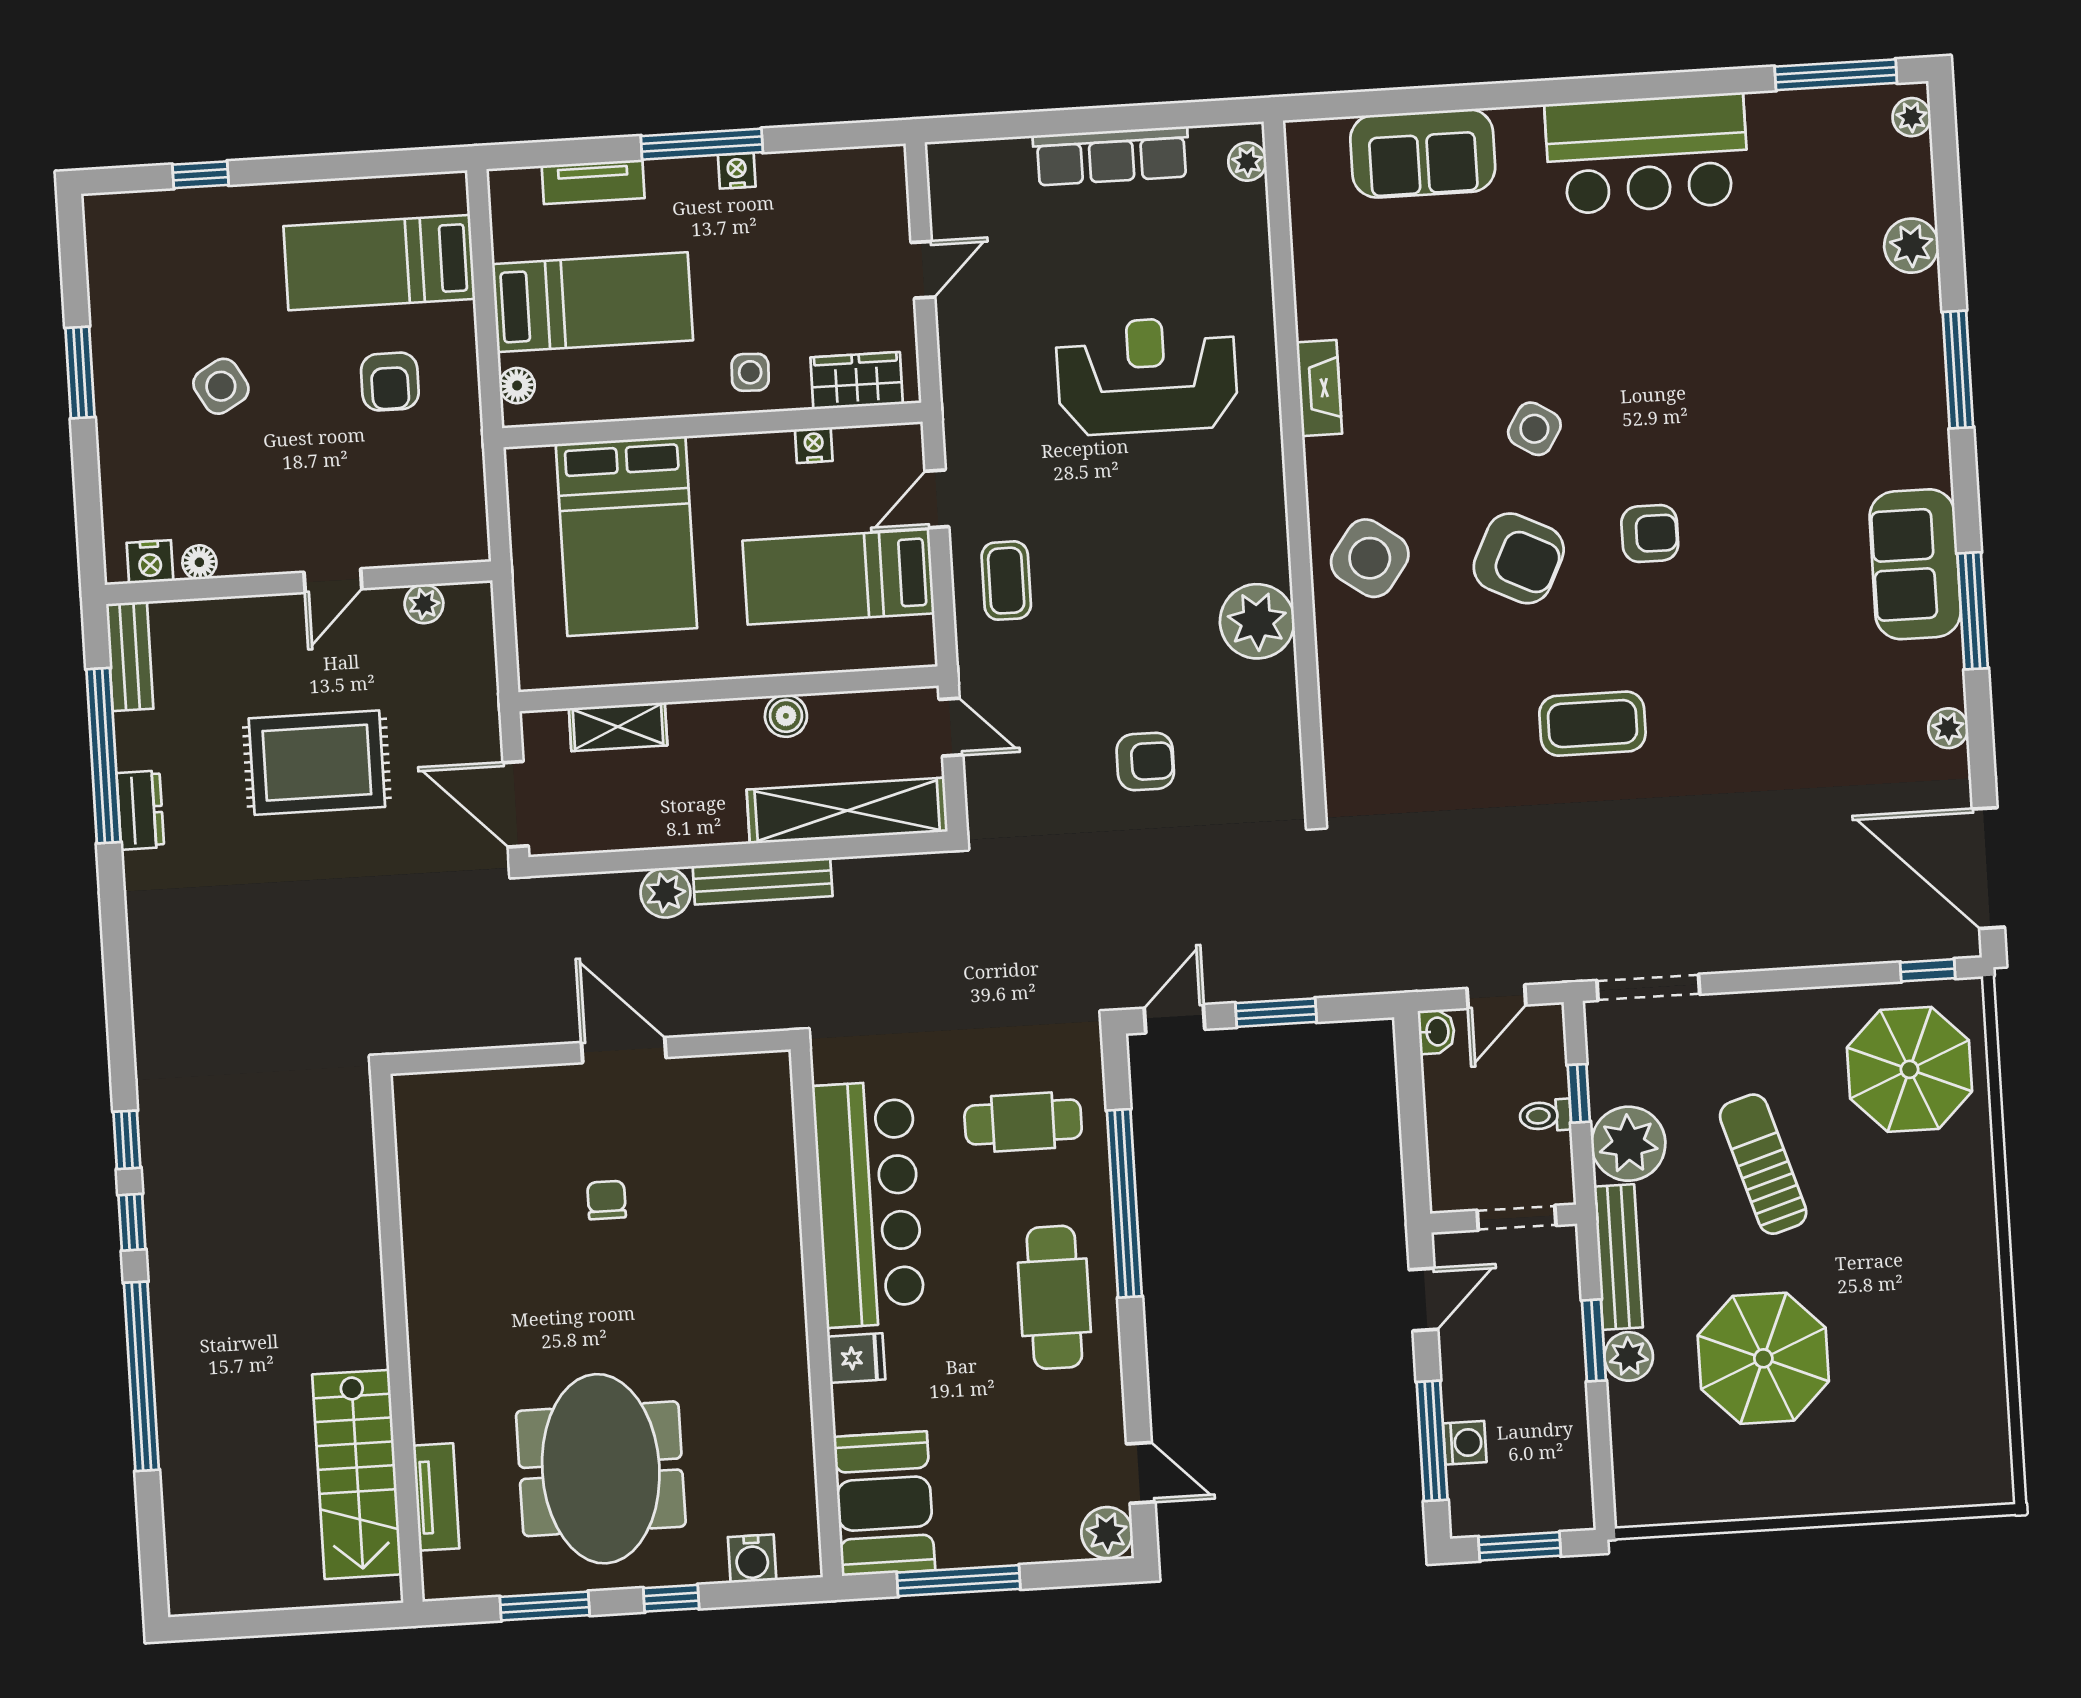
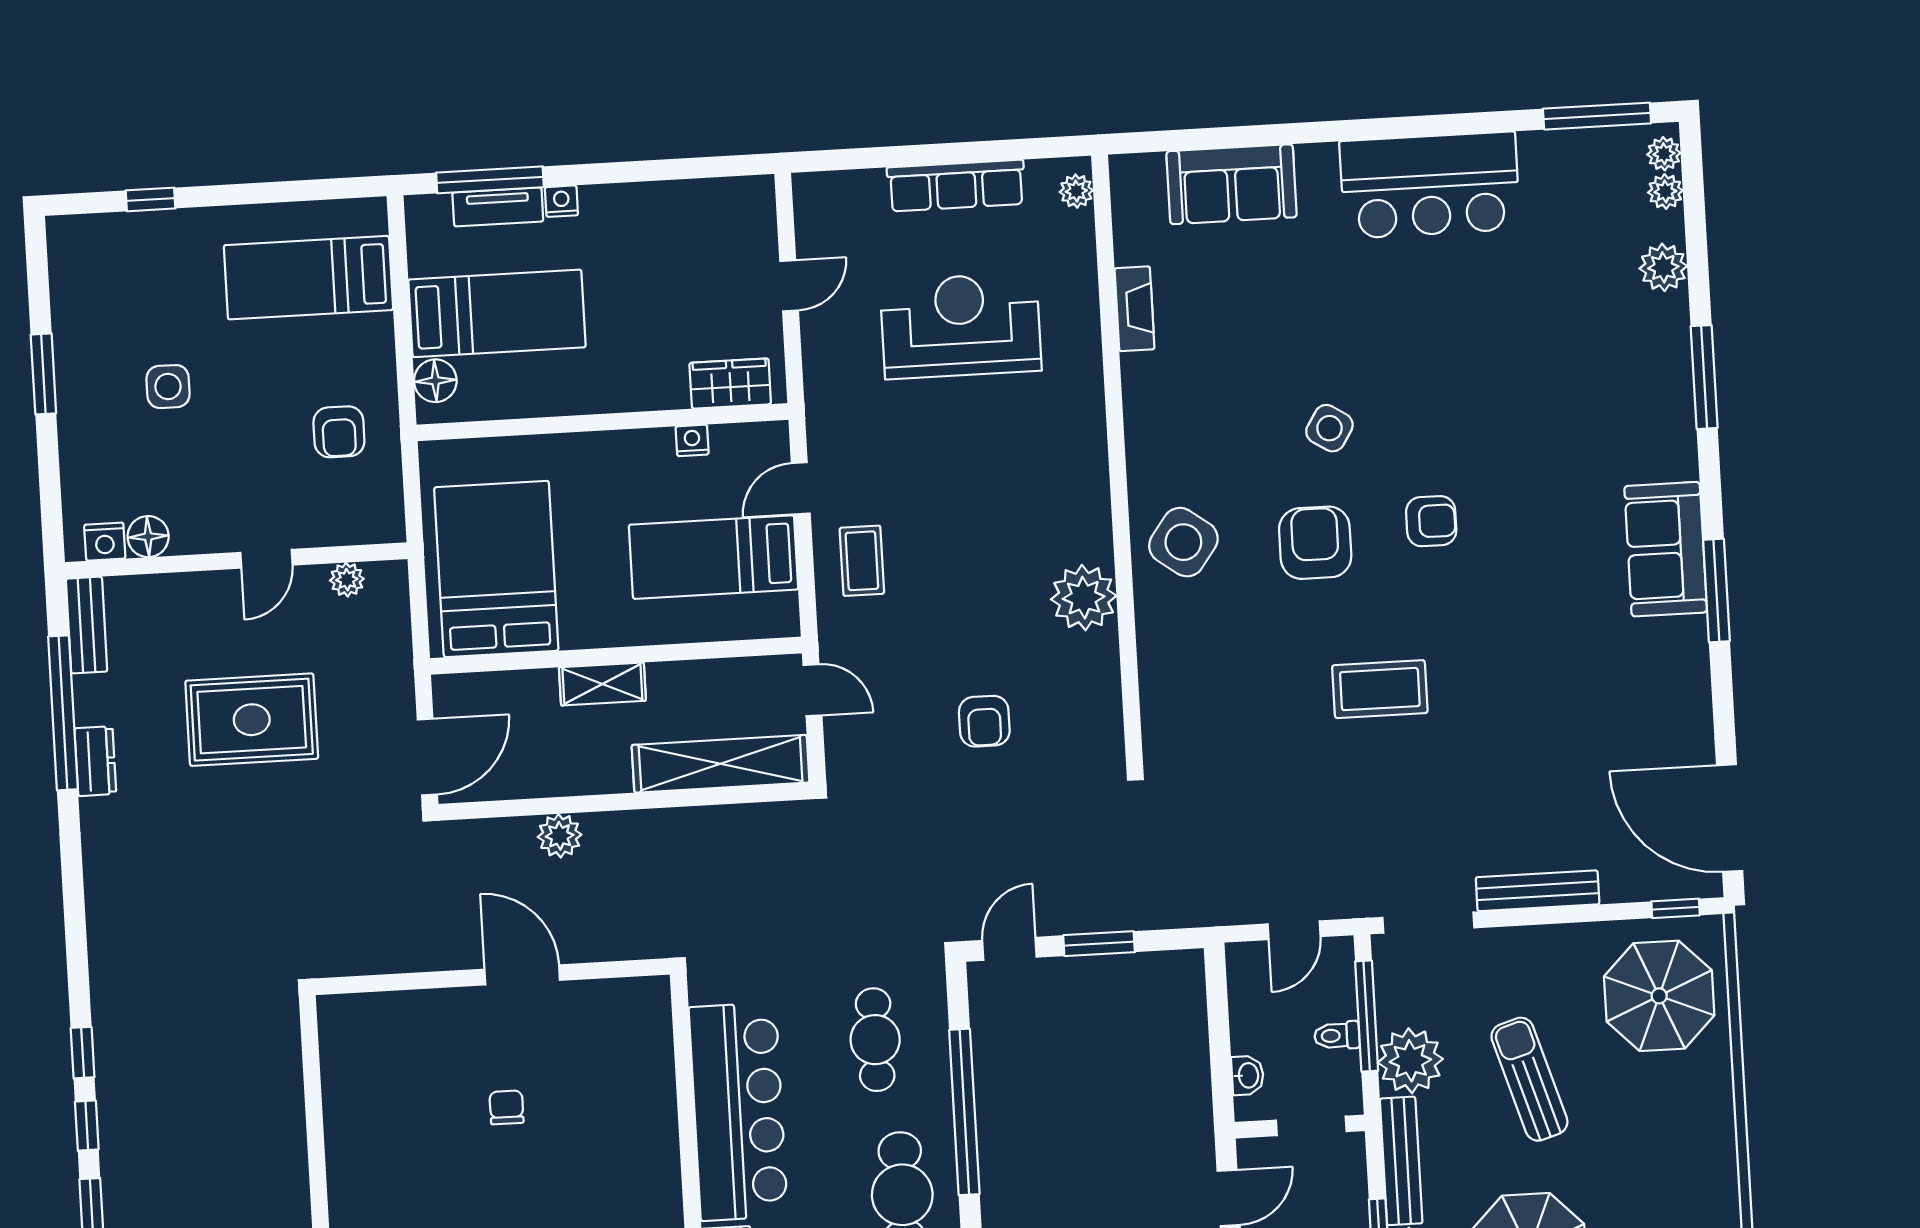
window: (702, 144) -> (490, 180), moved
nightstand: (737, 171) -> (561, 201), moved
side table: (750, 372) -> (636, 376), removed
reception desk: (1147, 376) -> (961, 326), moved
armchair: (390, 382) -> (339, 432), moved
side table: (221, 386) -> (168, 387), turned 30
floor lamp: (517, 386) -> (435, 381), width x1.37, depth x1.37
fireplace: (1319, 388) -> (1134, 309), moved
bed: (626, 536) -> (496, 569), moved, turned 180
armchair: (1519, 558) -> (1315, 543), turned -116
floor lamp: (199, 562) -> (148, 537), width x1.37, depth x1.37
boiler: (786, 716) -> (667, 680), removed
shelving: (618, 727) -> (602, 684), moved
plant: (1948, 728) -> (1665, 191), moved
armchair: (1145, 761) -> (984, 721), turned 90
door: (516, 804) -> (427, 757), swing flipped
bench: (763, 881) -> (1538, 891), moved
washbasin: (1436, 1032) -> (1248, 1075), moved
window: (1579, 1093) -> (1367, 1016), width x2.17
cafe table: (1023, 1122) -> (875, 1040), turned 90

